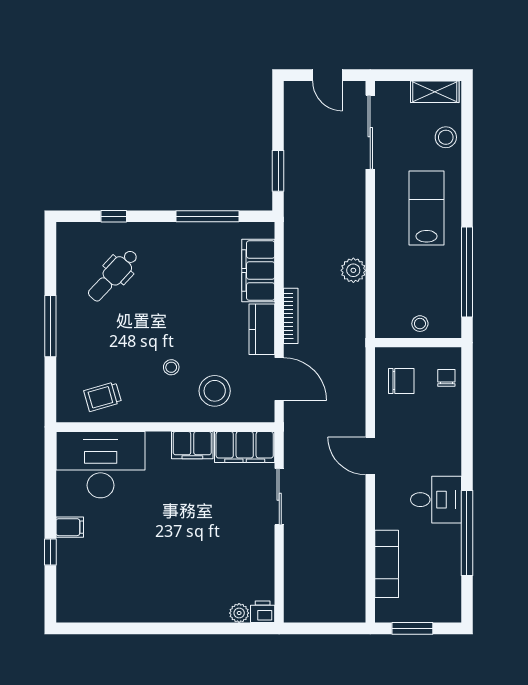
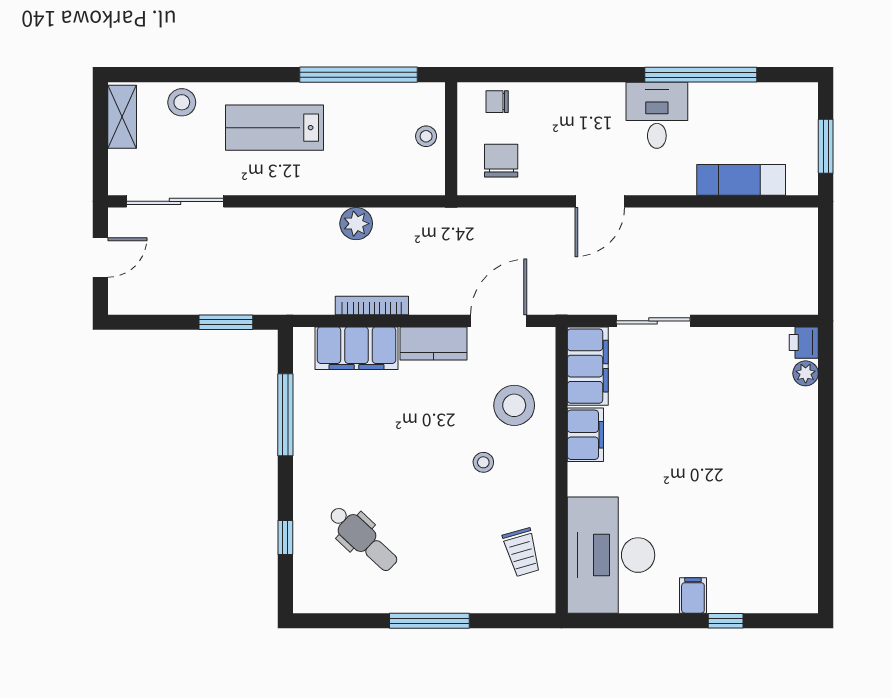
bookcase: (291, 316) -> (372, 305), moved

